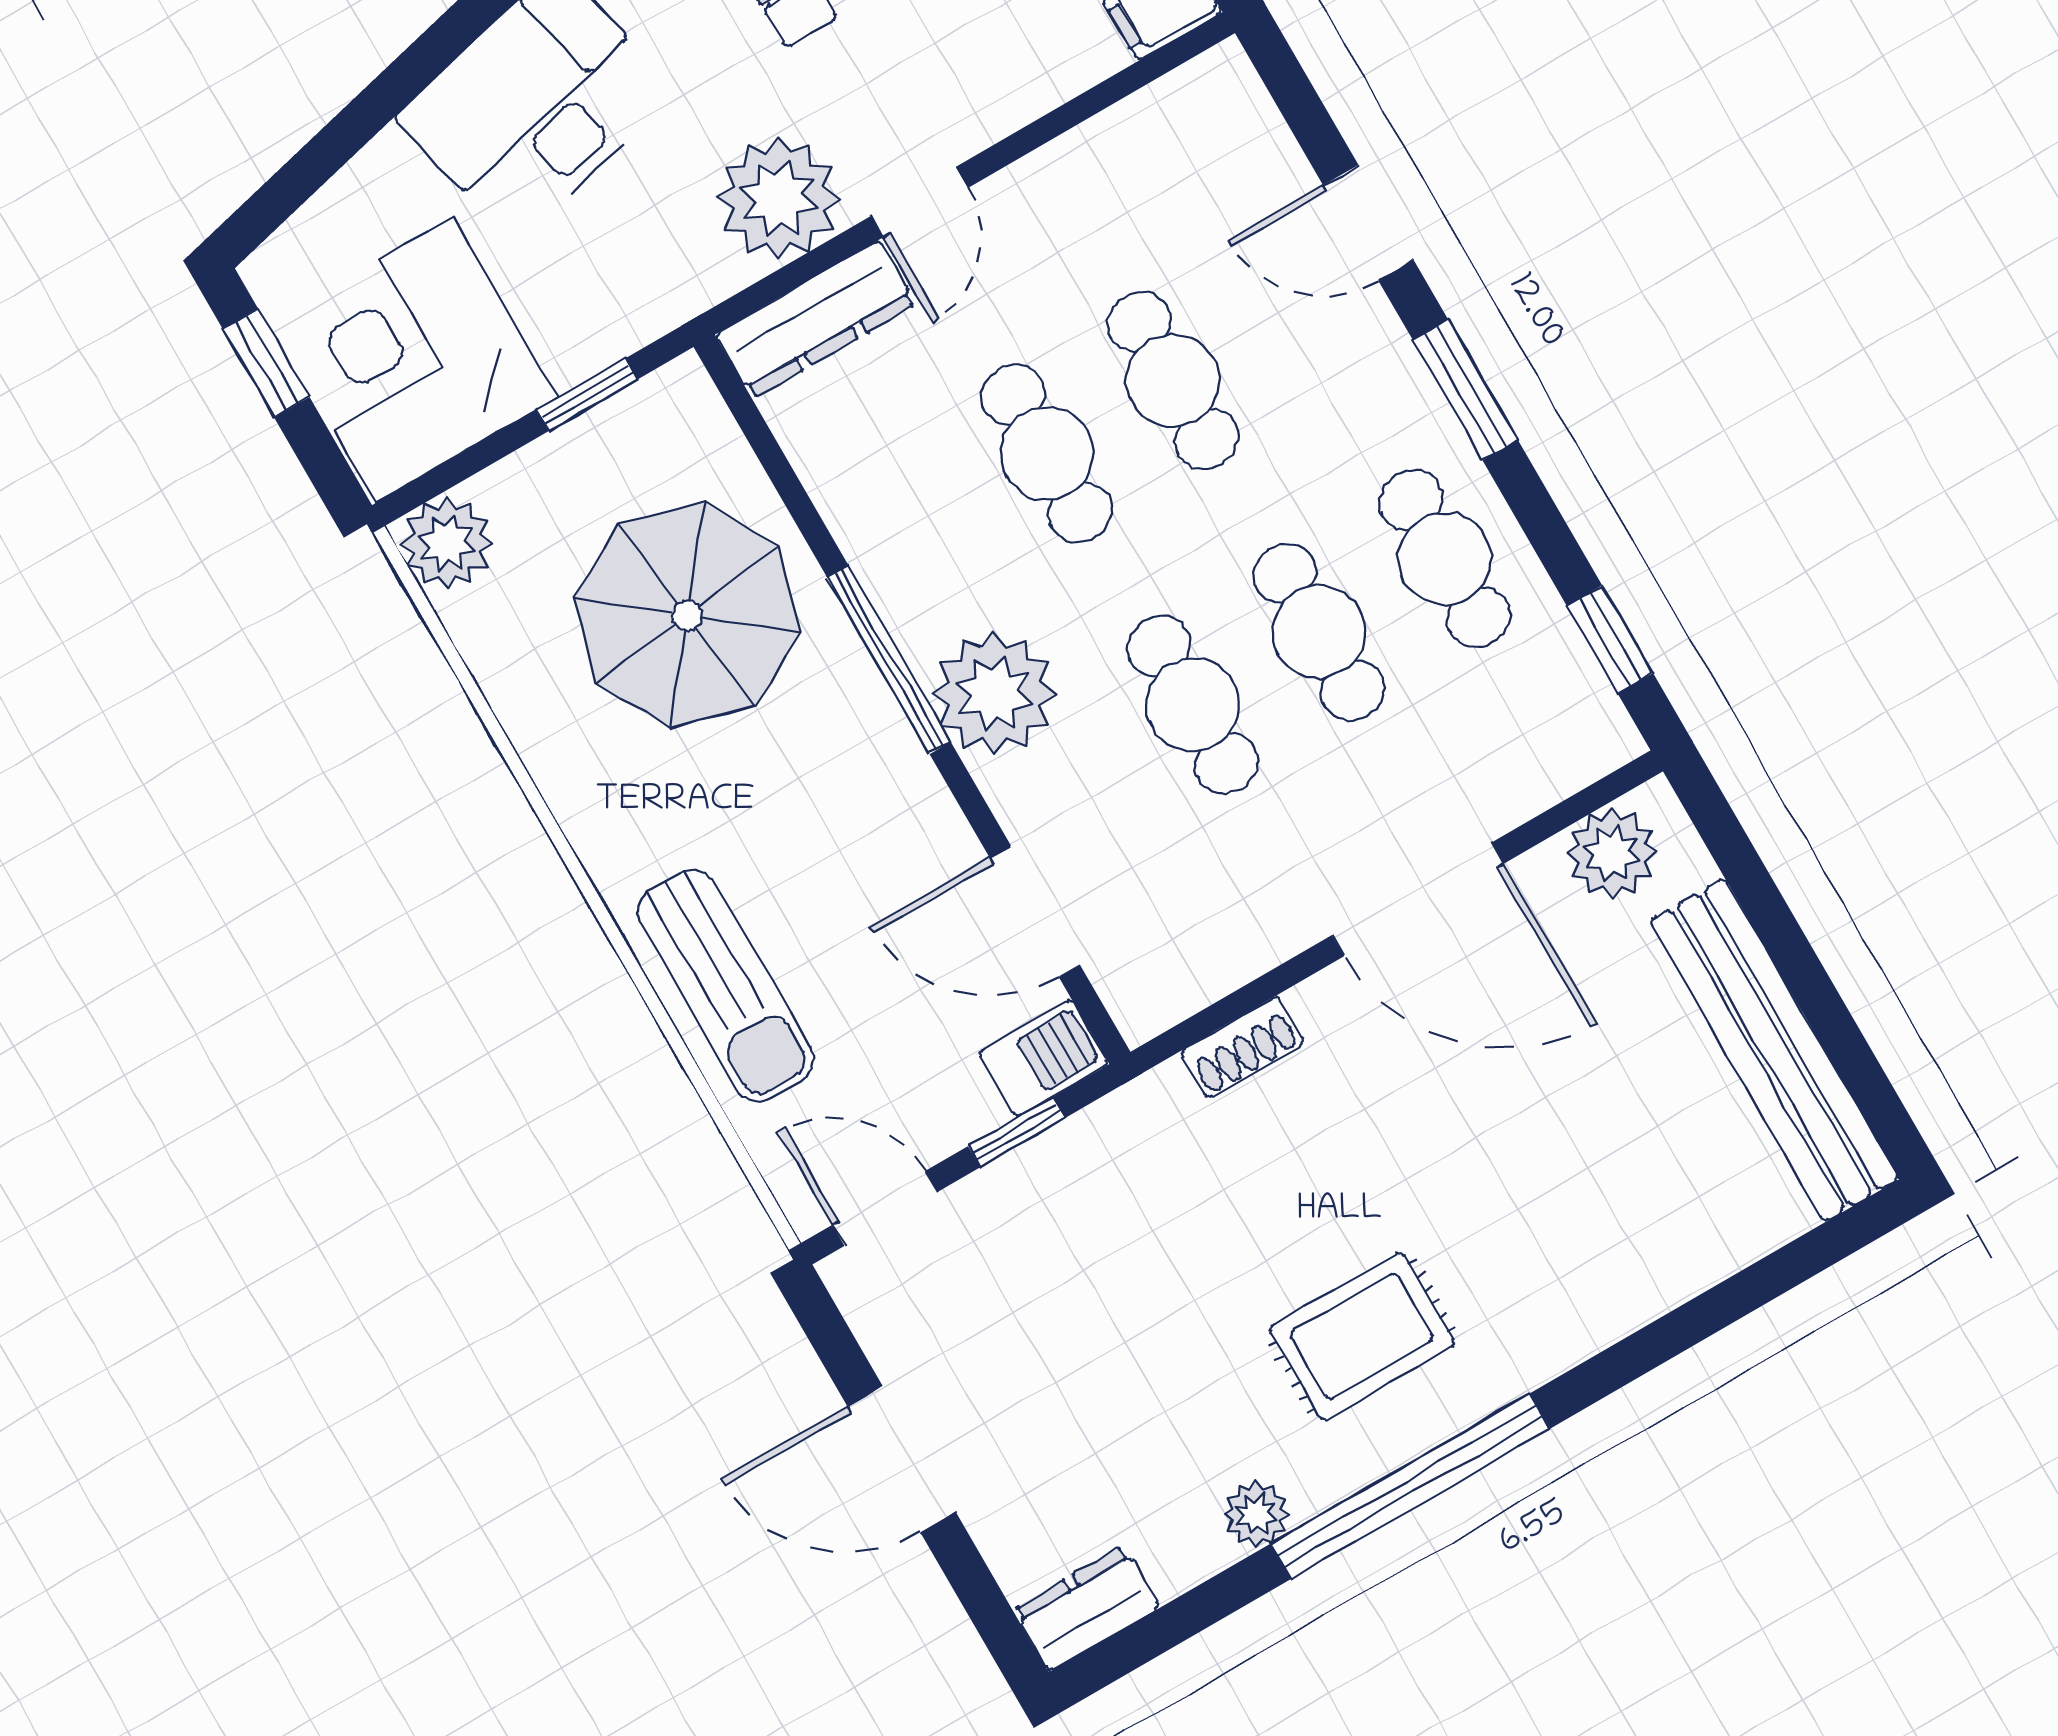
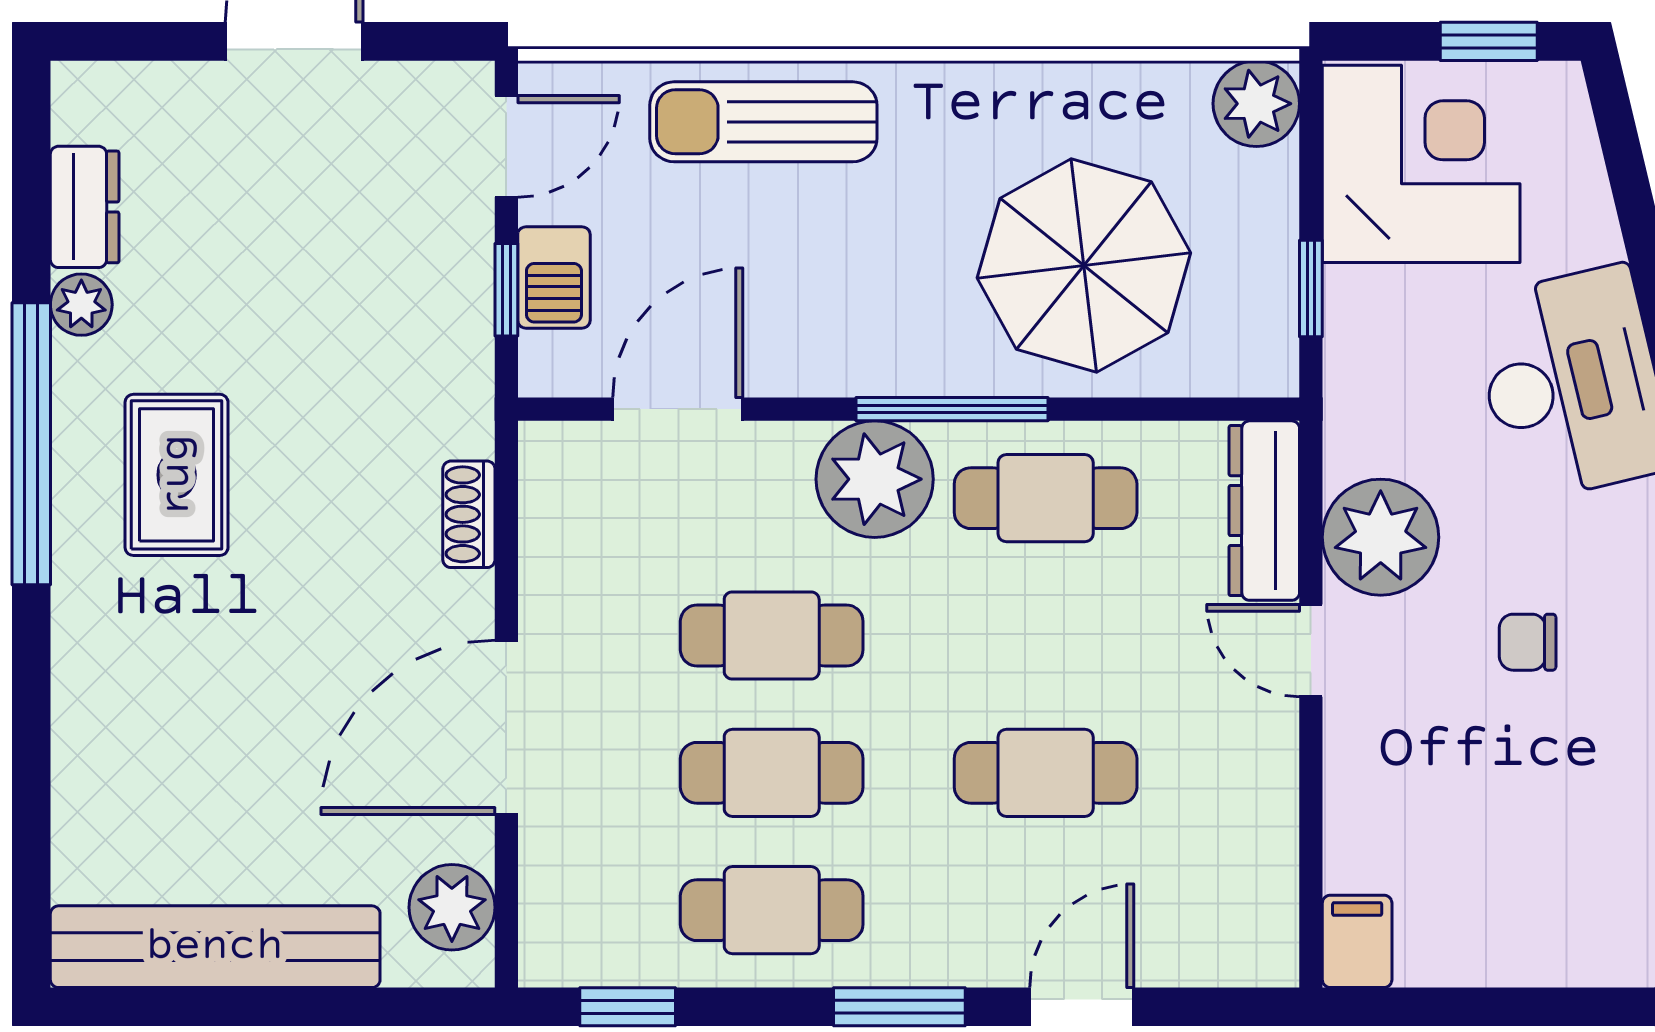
cafe table: (1047, 453) -> (1046, 498), moved
barbecue: (1044, 1058) -> (554, 277), moved
dresser: (1086, 1609) -> (85, 207), moved

